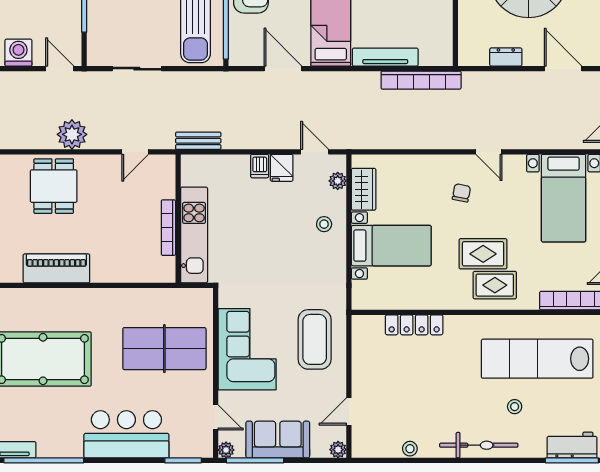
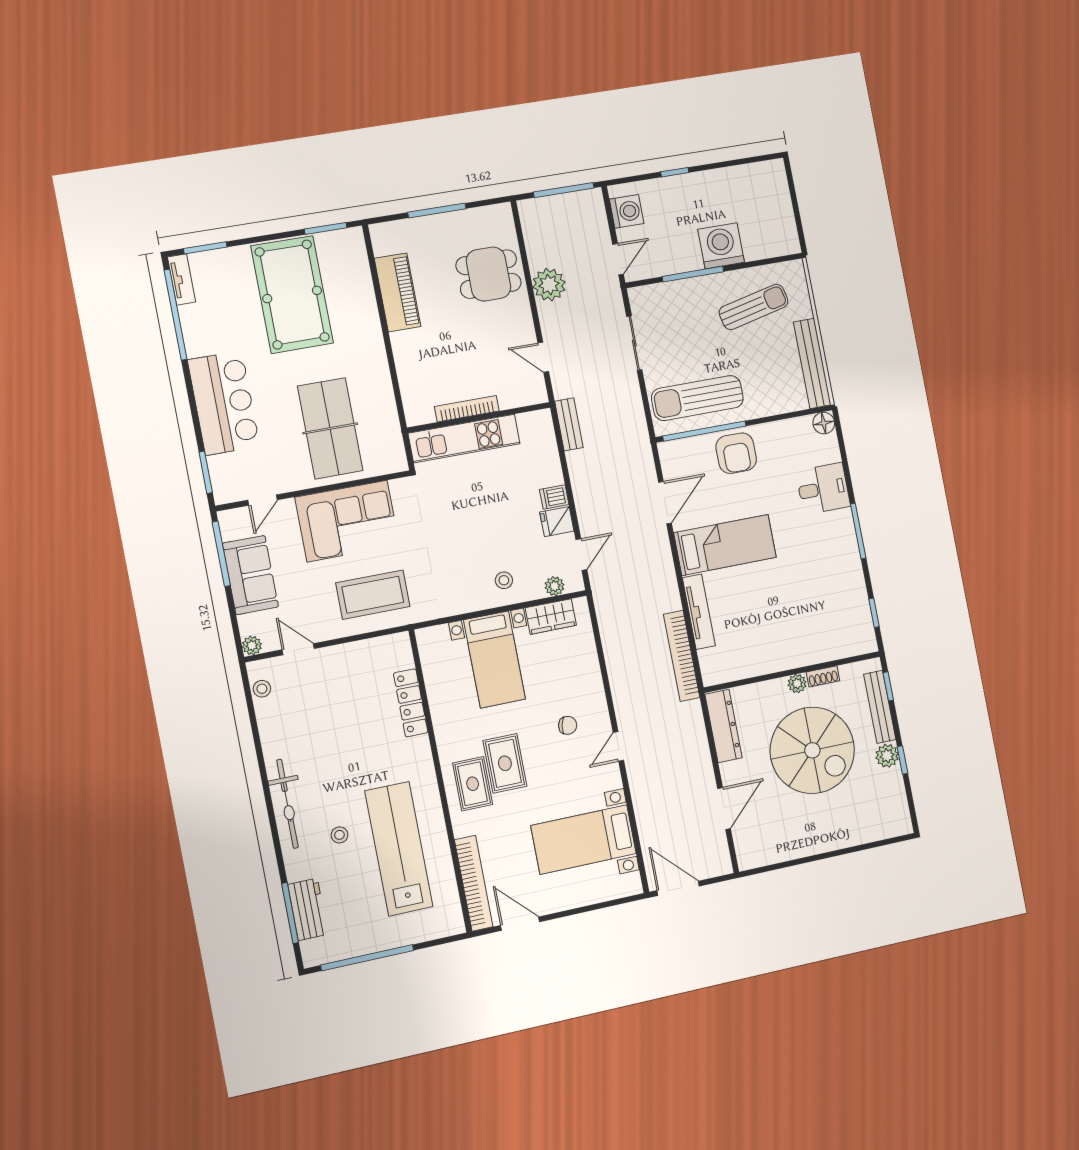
dresser: (506, 57) -> (723, 726), width x1.96, depth x1.24
stool: (410, 449) -> (262, 689), moved
plant: (226, 450) -> (227, 519), removed

